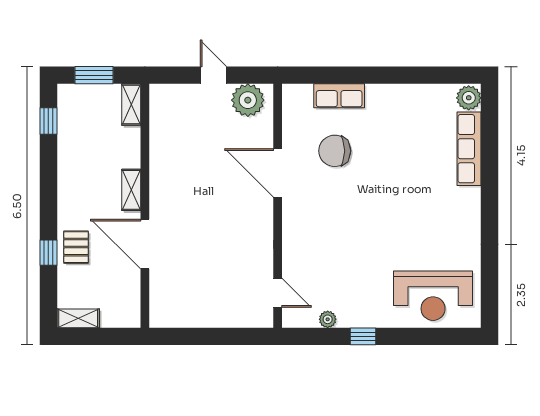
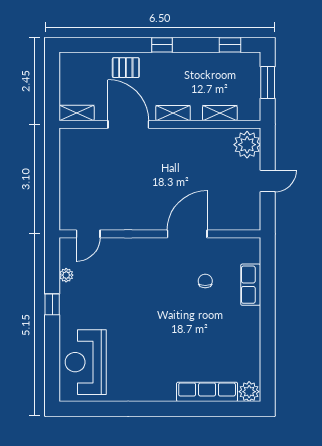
plant: (248, 100) -> (247, 145), moved
shelving: (131, 105) -> (220, 113), moved
chair: (335, 151) -> (205, 281), width x0.54, depth x0.54
door: (145, 244) -> (128, 124), hinge flipped
window: (48, 253) -> (162, 45), moved
shelving: (78, 318) -> (77, 113), moved, turned 90

